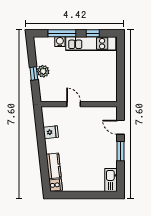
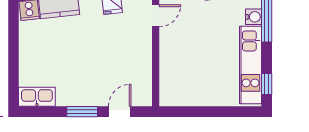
window: (93, 33) -> (267, 84), moved
door: (74, 104) -> (156, 16), moved

